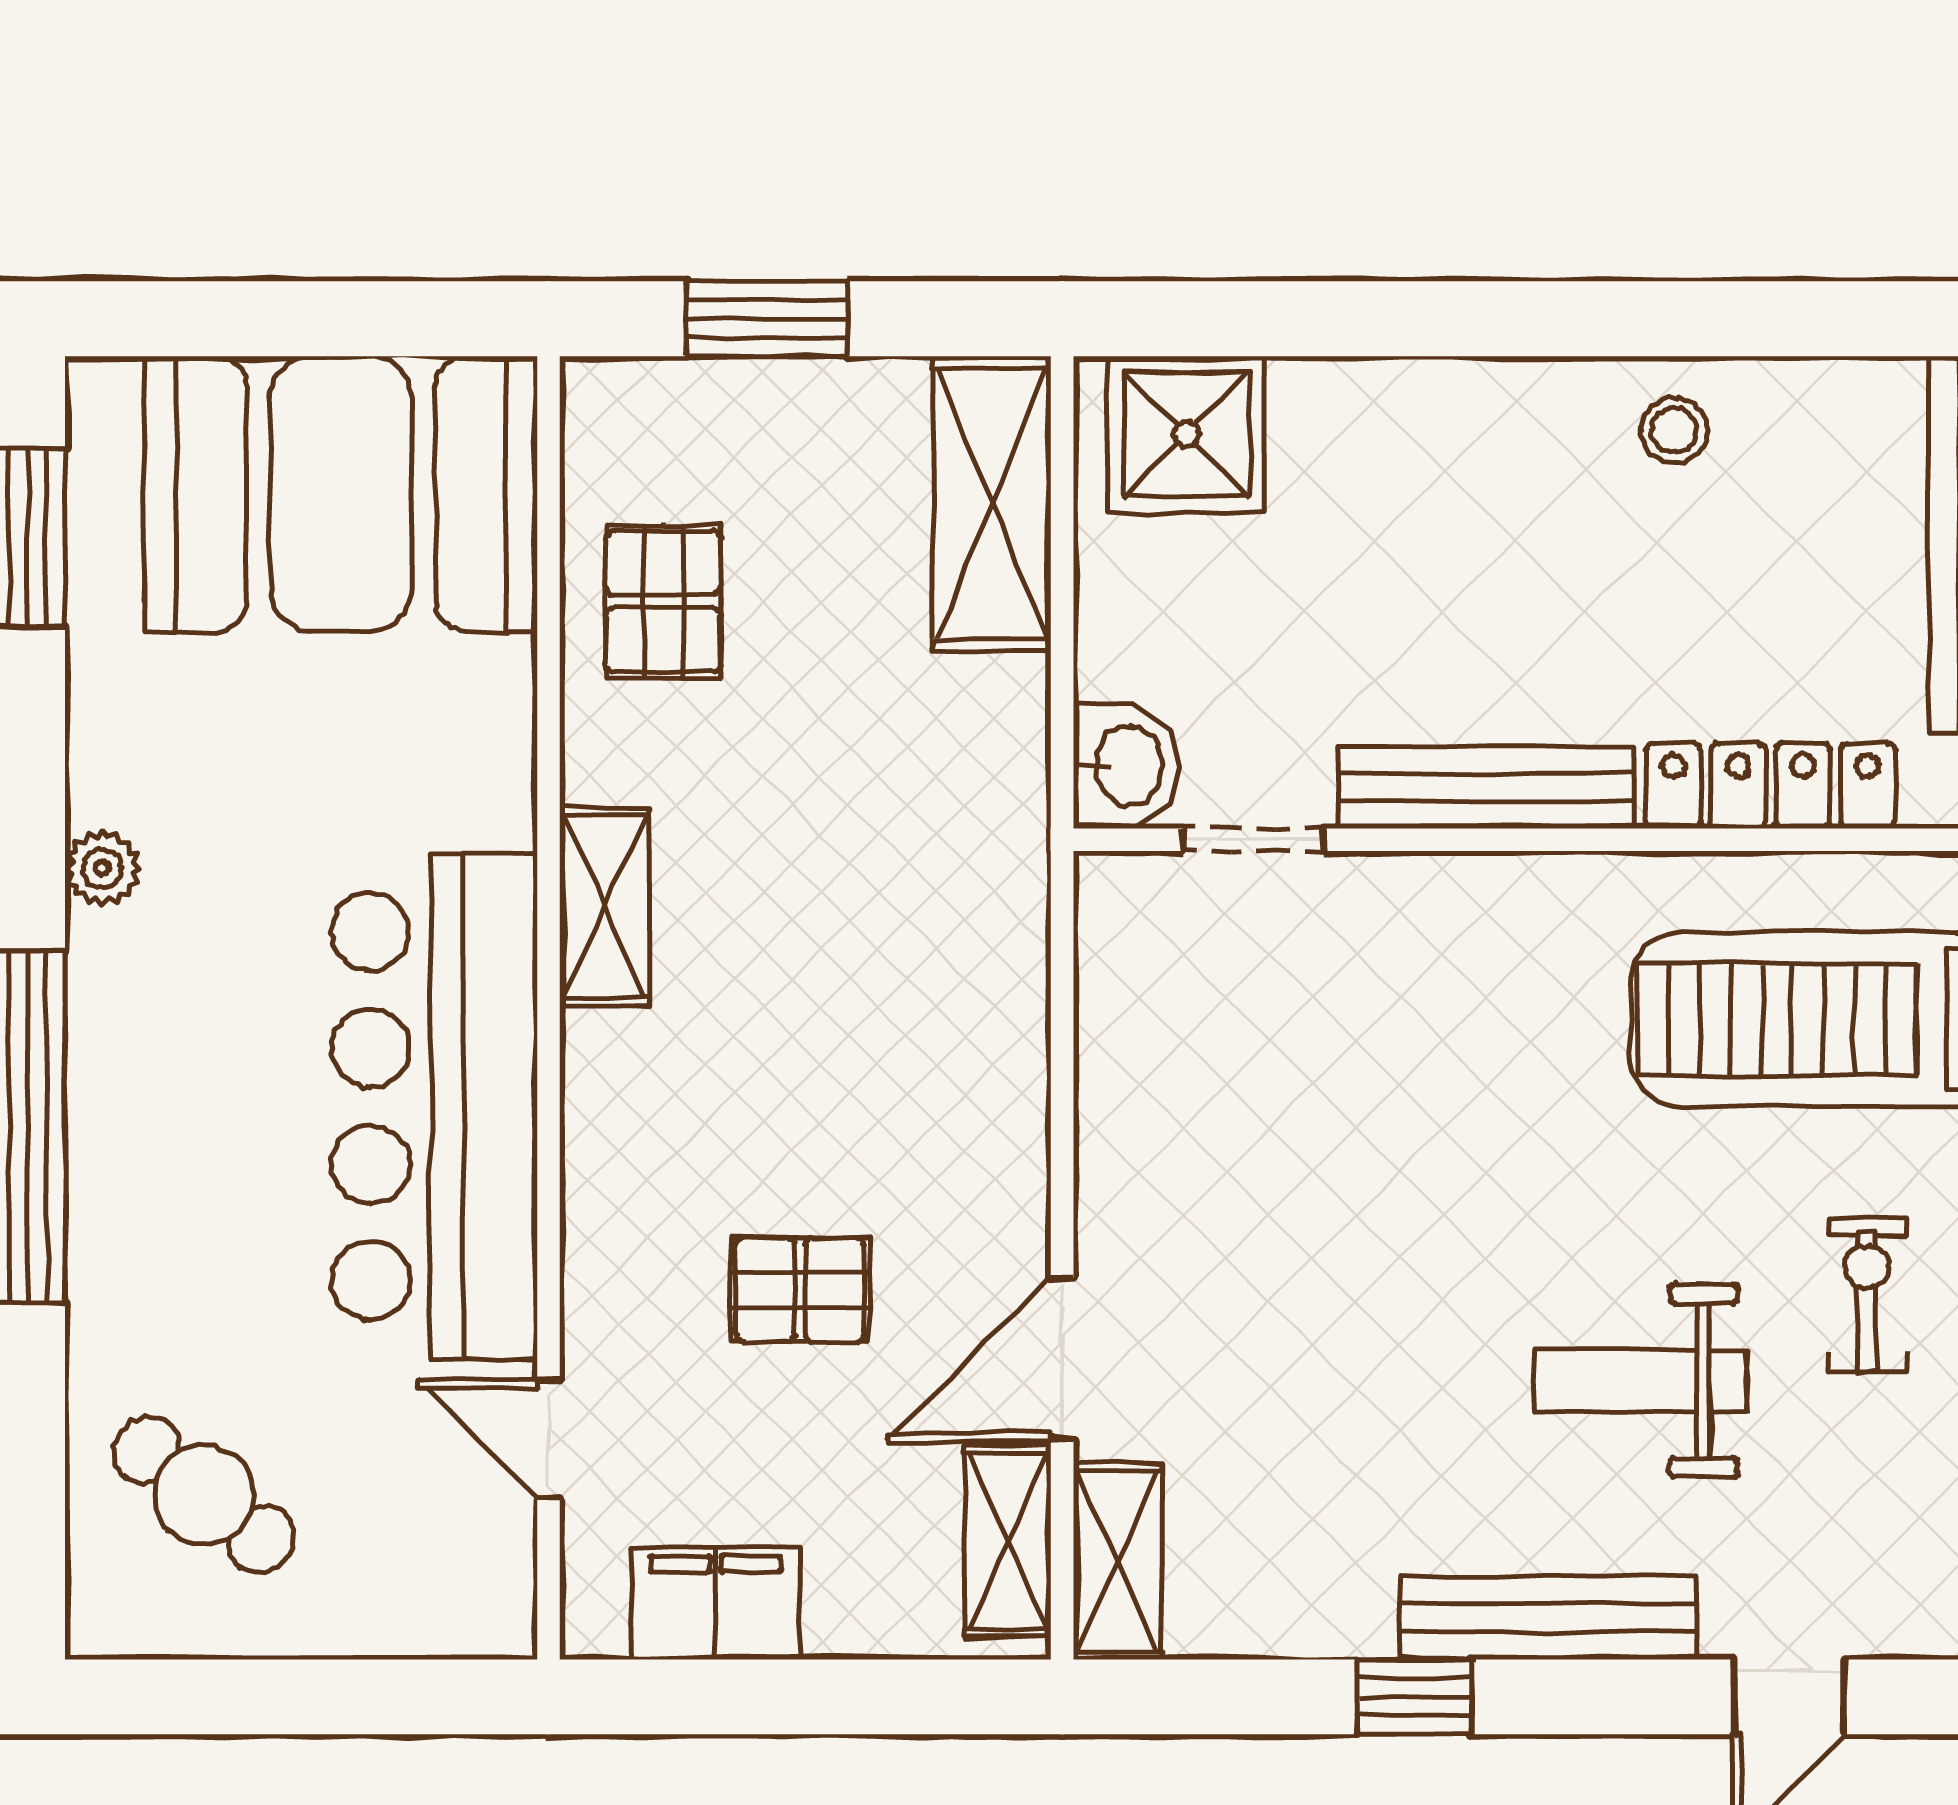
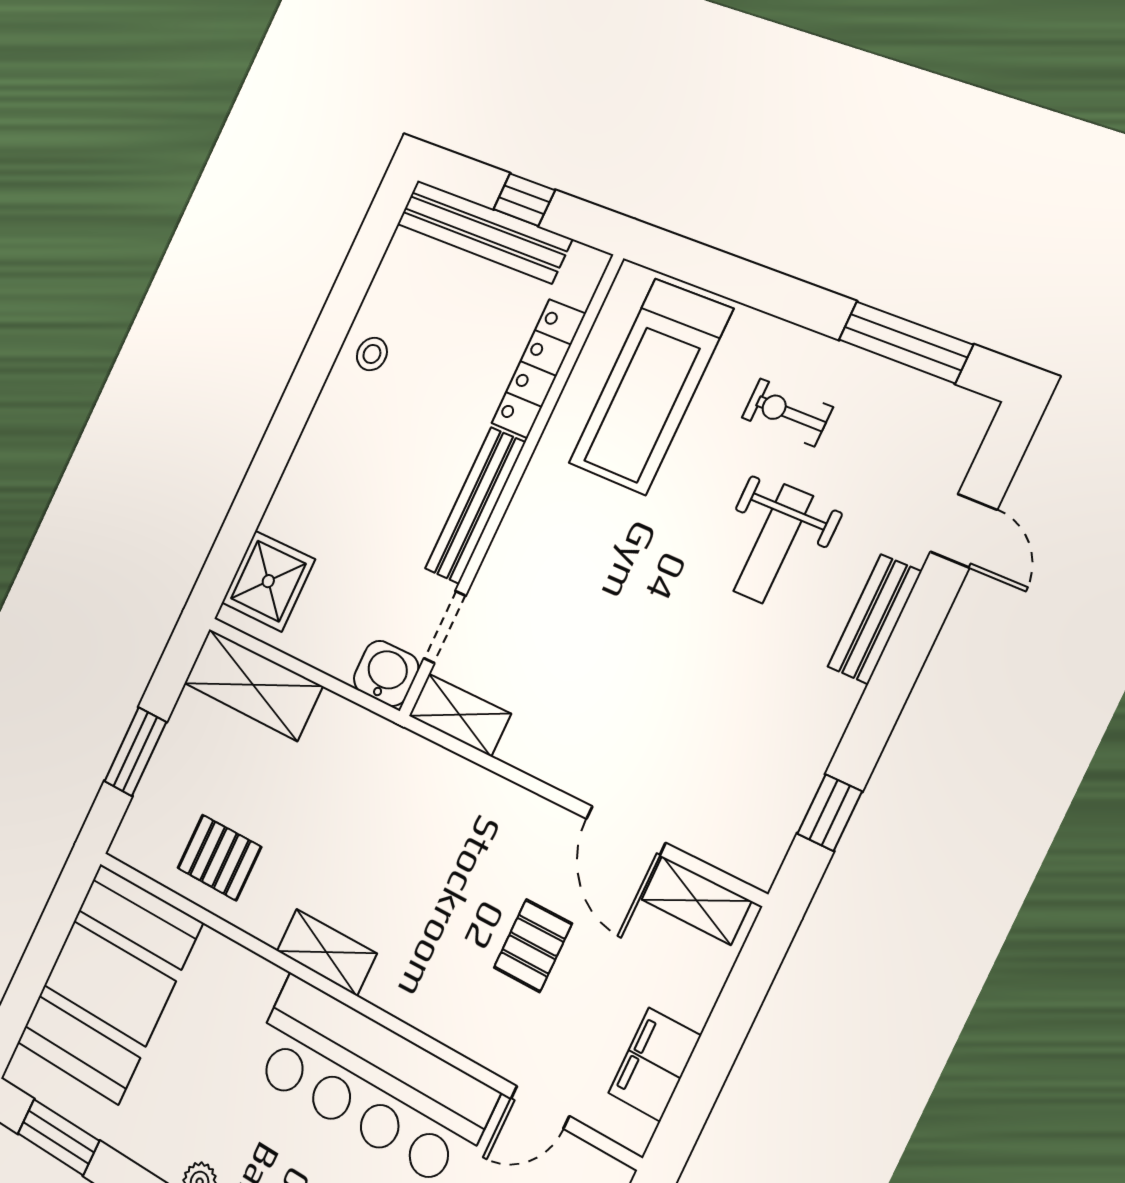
shelving: (1117, 1561) -> (460, 715), moved
bench: (1549, 1618) -> (875, 619), width x0.73
window: (1415, 1697) -> (830, 813), moved

